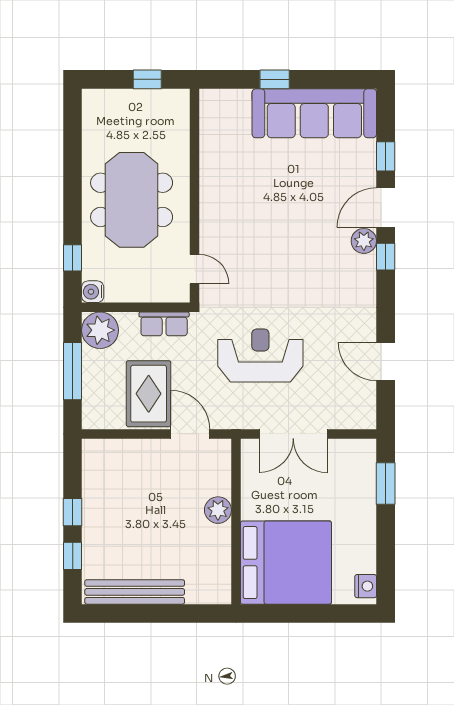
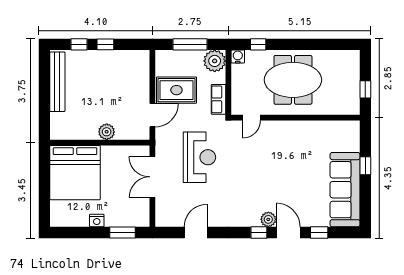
nightstand: (366, 586) -> (97, 221), moved

